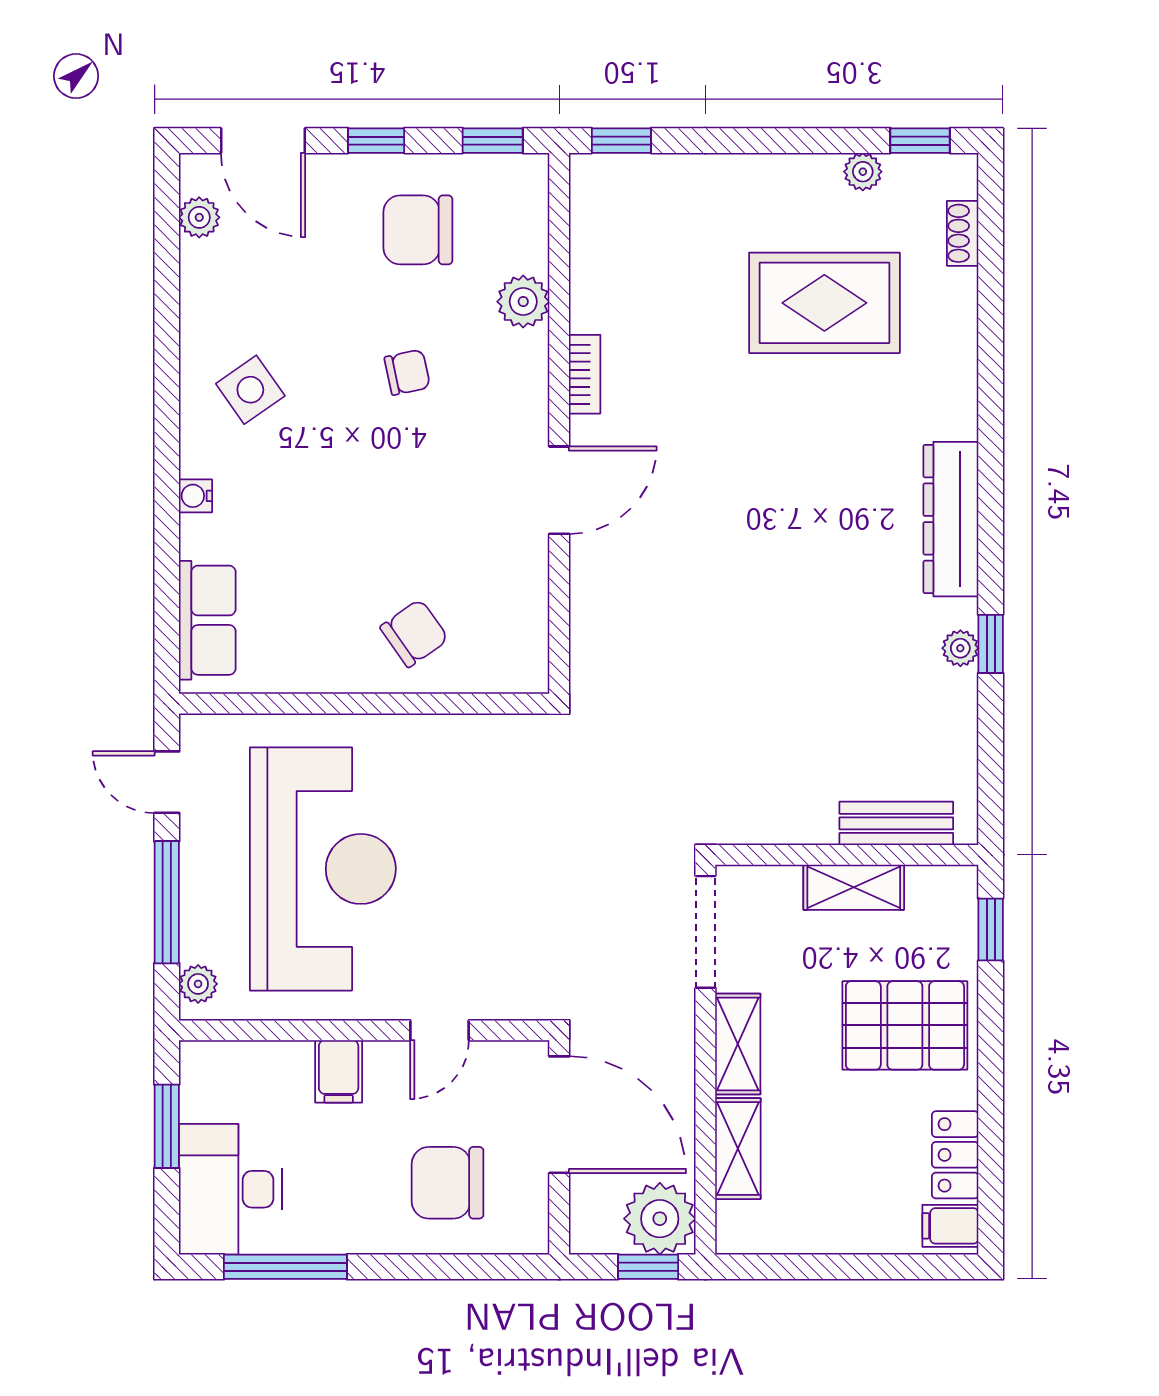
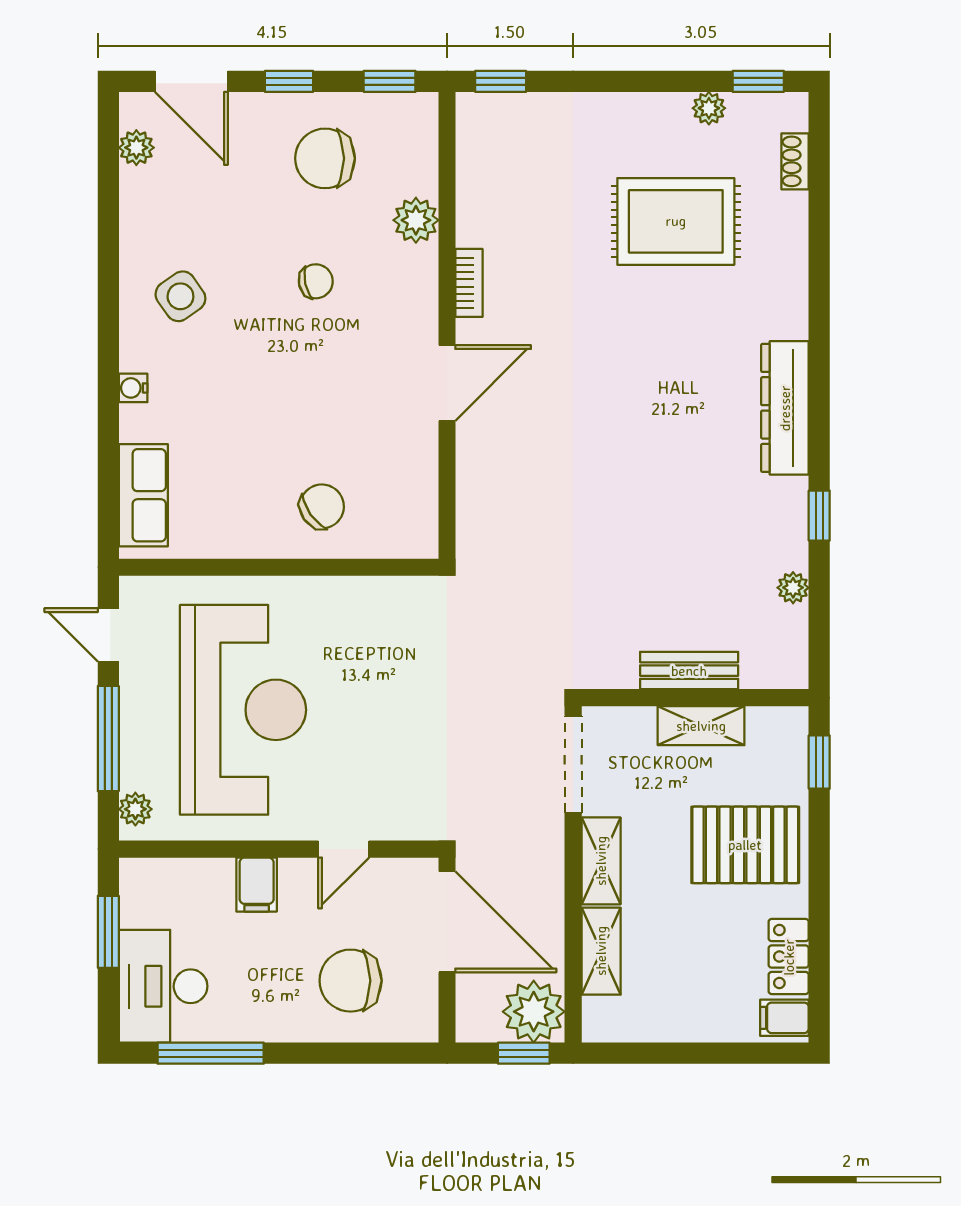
plant: (960, 648) -> (793, 588), moved
bench: (896, 823) -> (689, 671), moved

